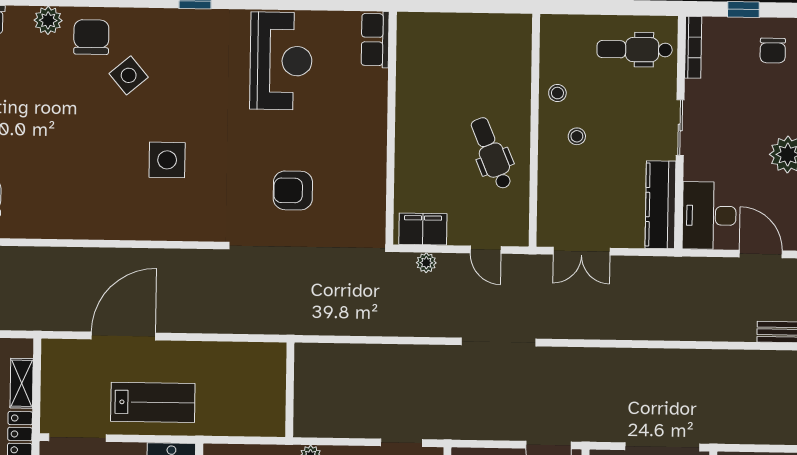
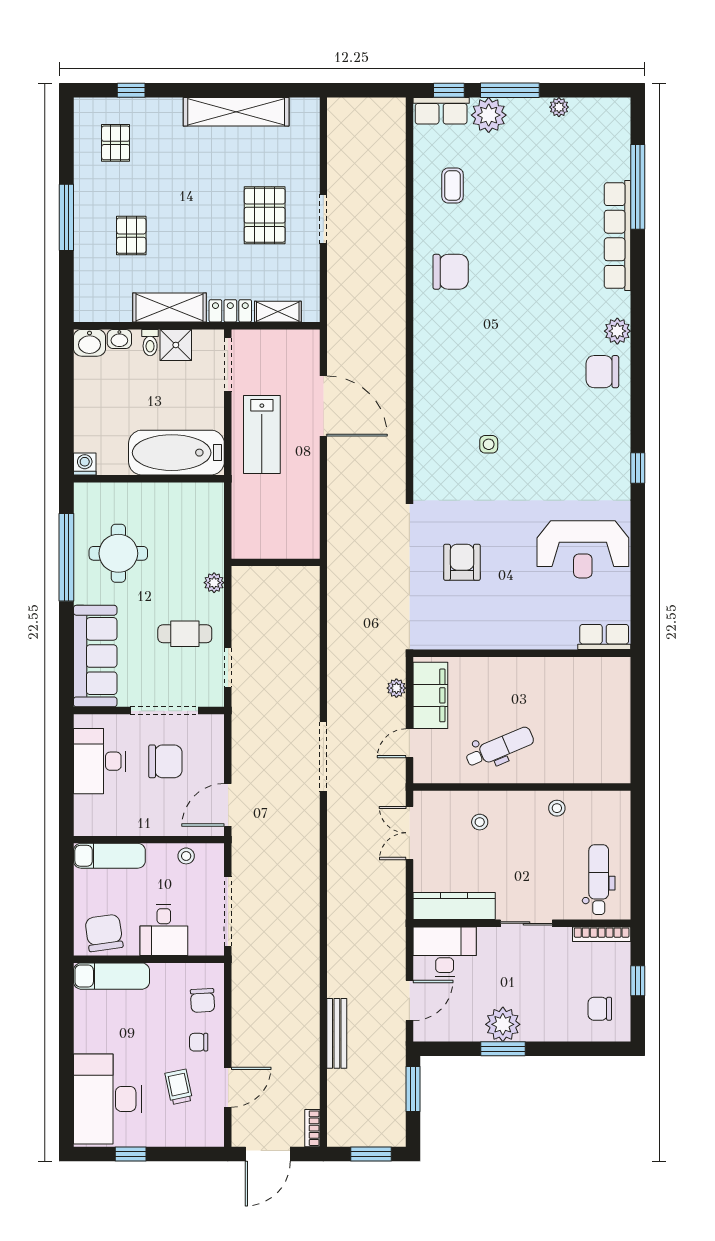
chair: (91, 37) -> (602, 372), turned 180
side table: (129, 75) -> (567, 407), removed
stool: (577, 136) -> (480, 822), moved
side table: (167, 160) -> (489, 444), width x0.54, depth x0.54
filing cabinet: (423, 229) -> (430, 695), width x1.50, depth x1.17

